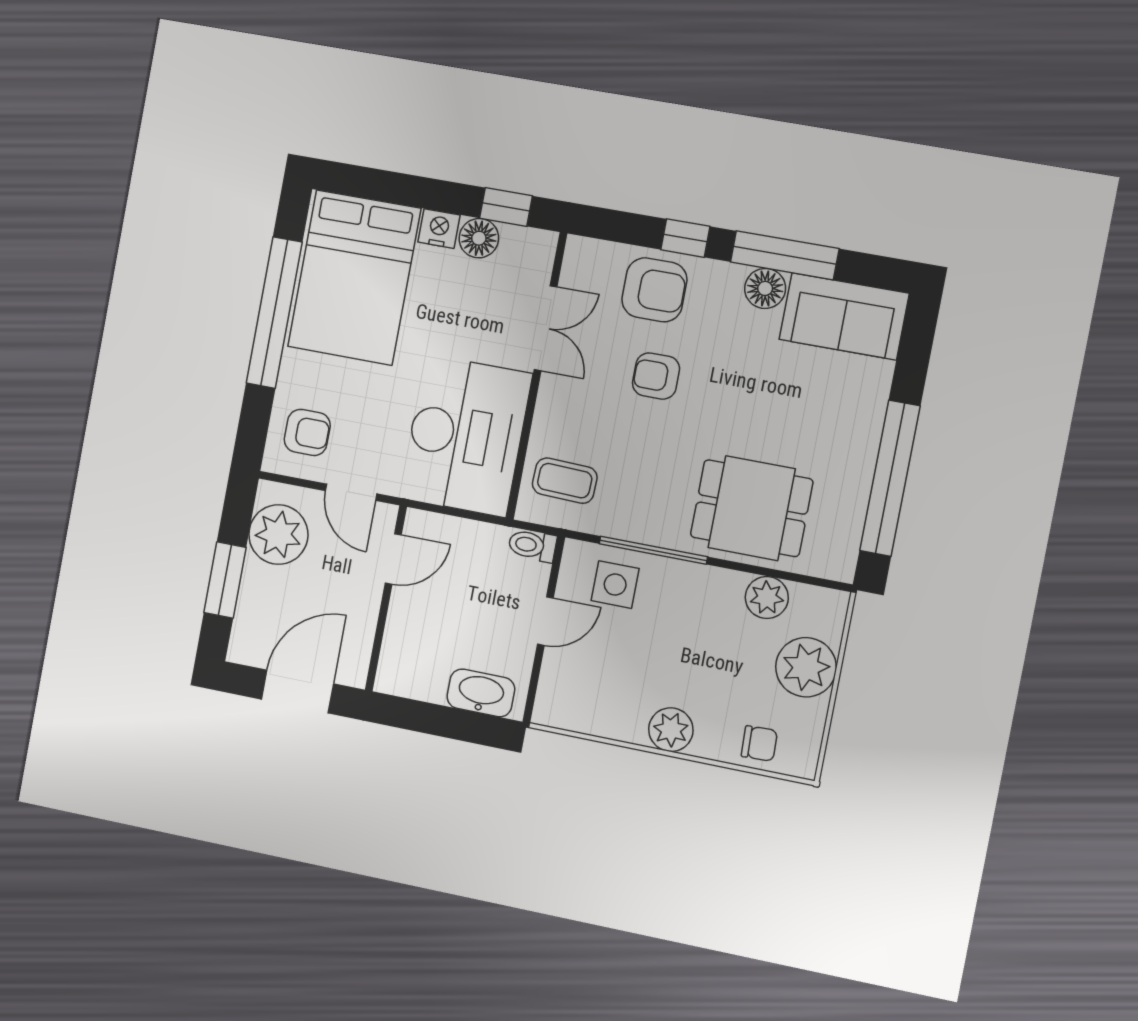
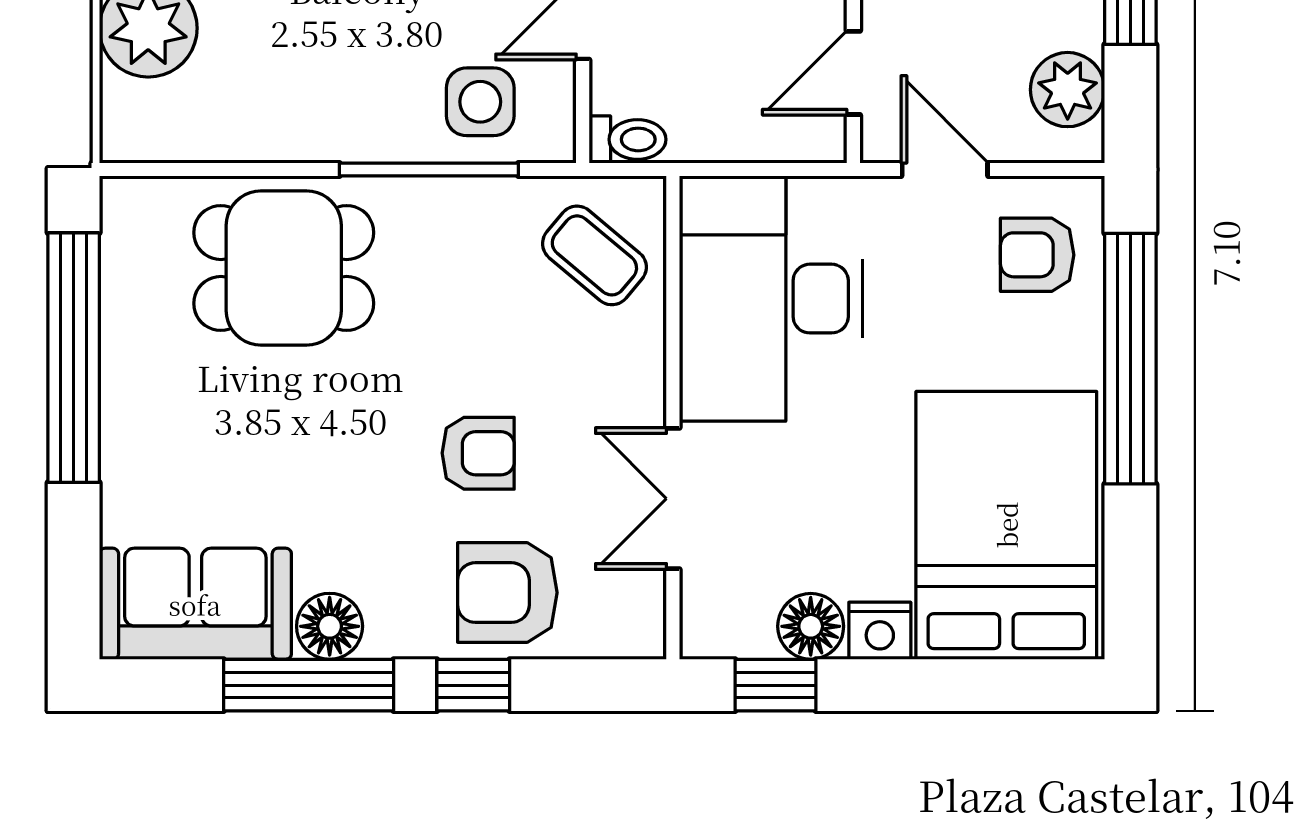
window: (274, 313) -> (1130, 359), moved
coffee table: (565, 481) -> (594, 255), turned 38
plant: (278, 535) -> (1068, 90), width x0.73, depth x0.73
plant: (767, 598) -> (232, 128), removed

